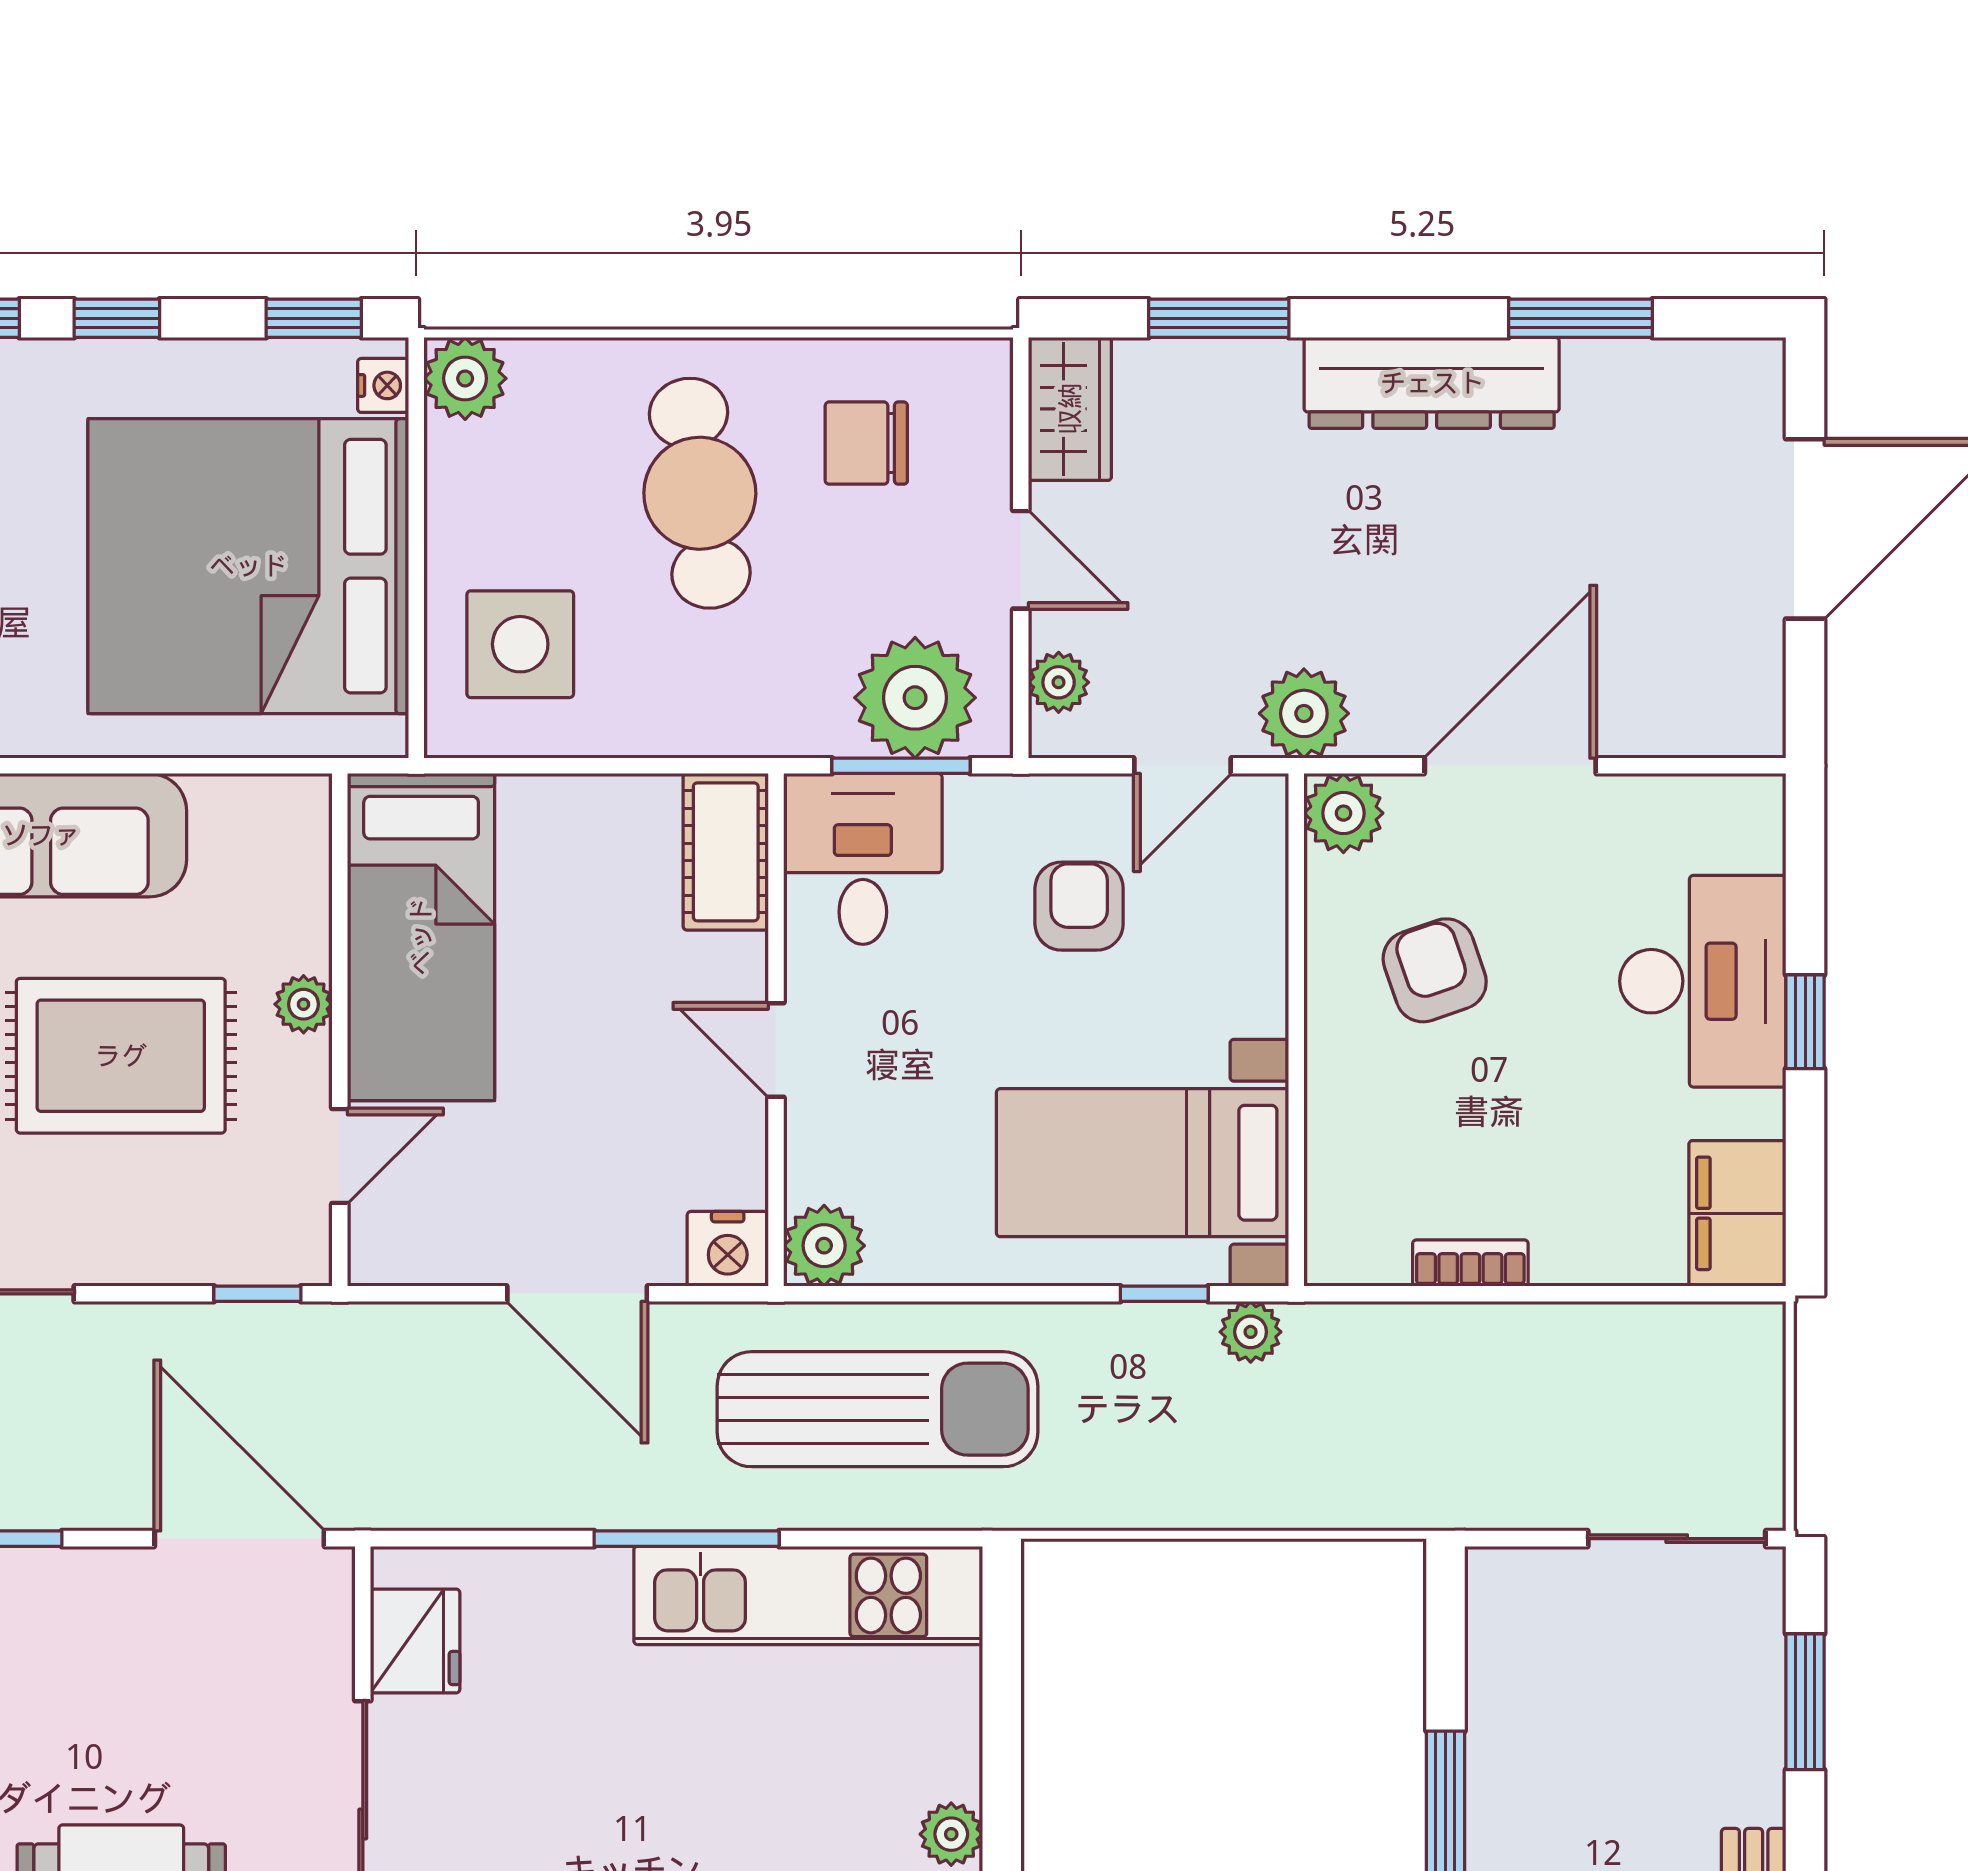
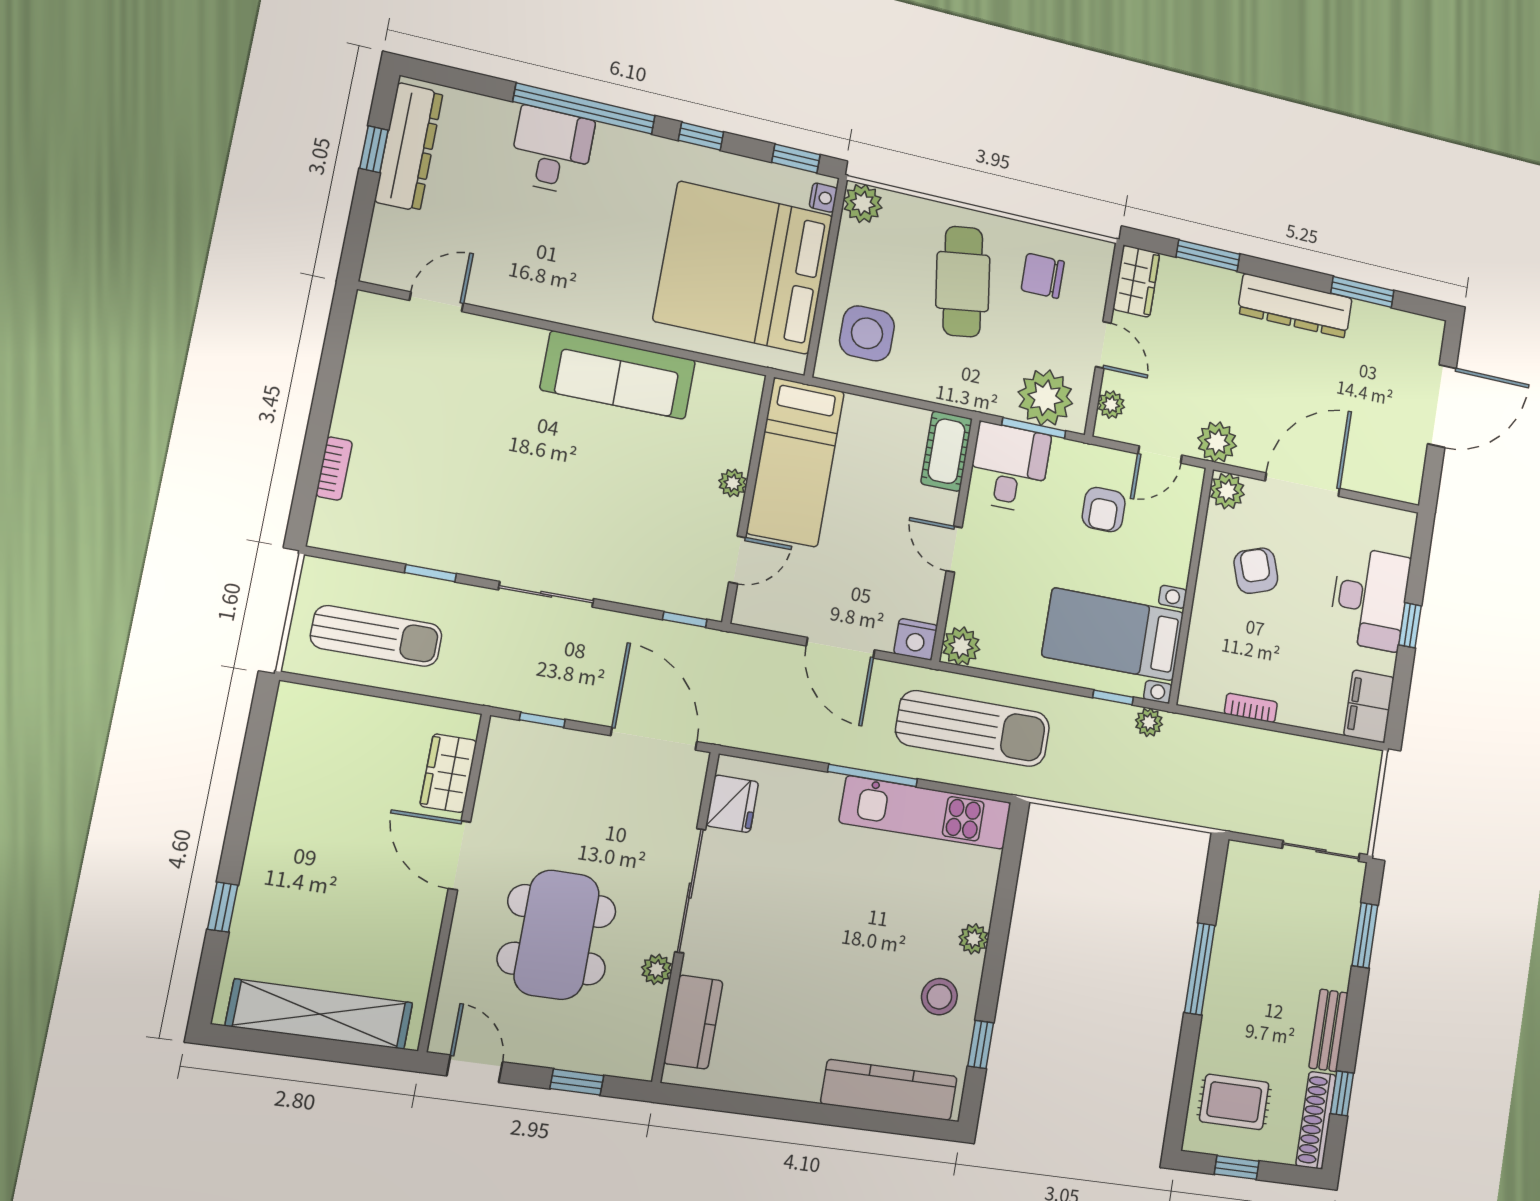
armchair: (1079, 906) -> (1104, 510), turned 180
rug: (121, 1056) -> (638, 490), removed

